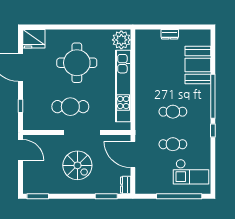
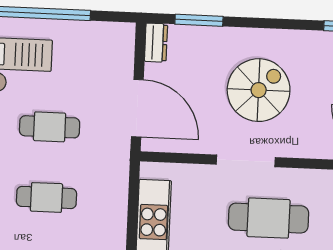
doorway: (82, 133) -> (246, 161), width x0.73
spiral stairs: (77, 165) -> (259, 90), turned 90

